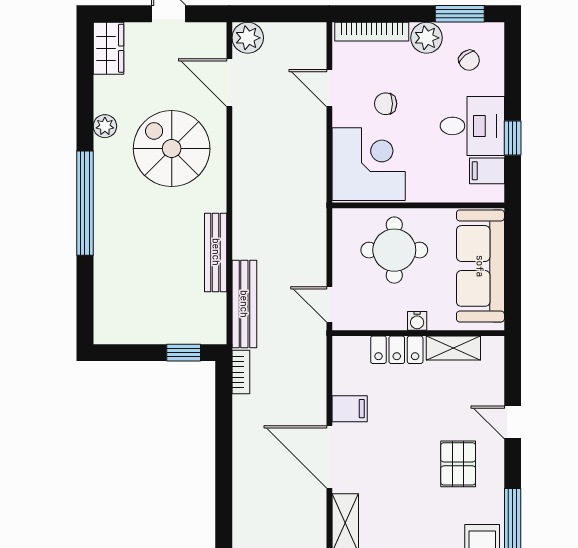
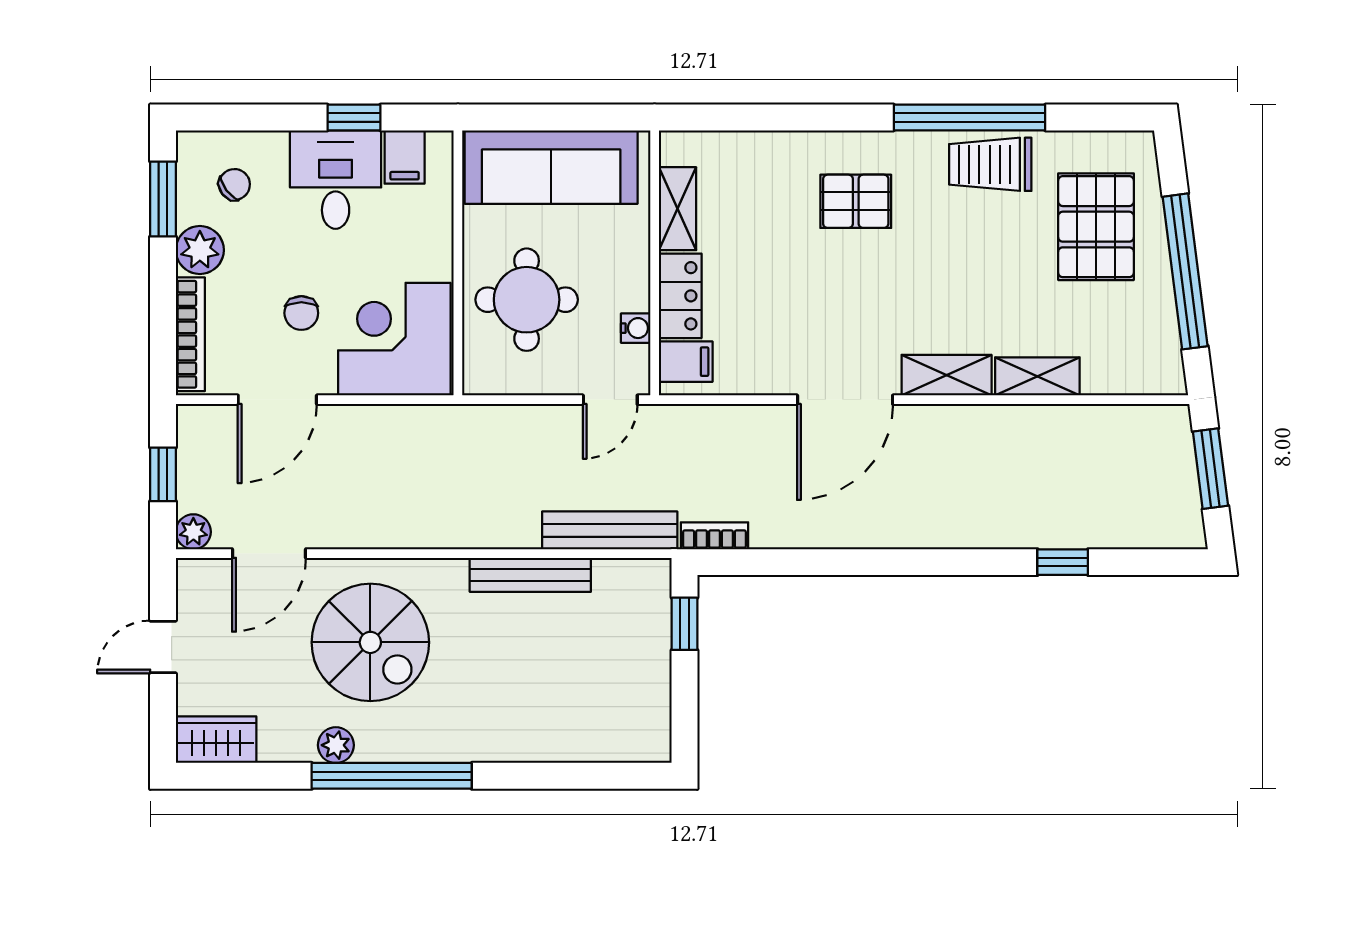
window: (281, 14) -> (163, 474), added
plant: (248, 38) -> (193, 532), width x0.73, depth x0.73
door: (329, 88) -> (277, 400), width x1.38
spiral stairs: (172, 149) -> (370, 642), turned -90
window: (85, 203) -> (392, 776), moved
water cooler: (417, 321) -> (636, 328), moved
filing cabinet: (350, 409) -> (686, 362), moved, turned 90
door: (513, 422) -> (792, 118), removed

